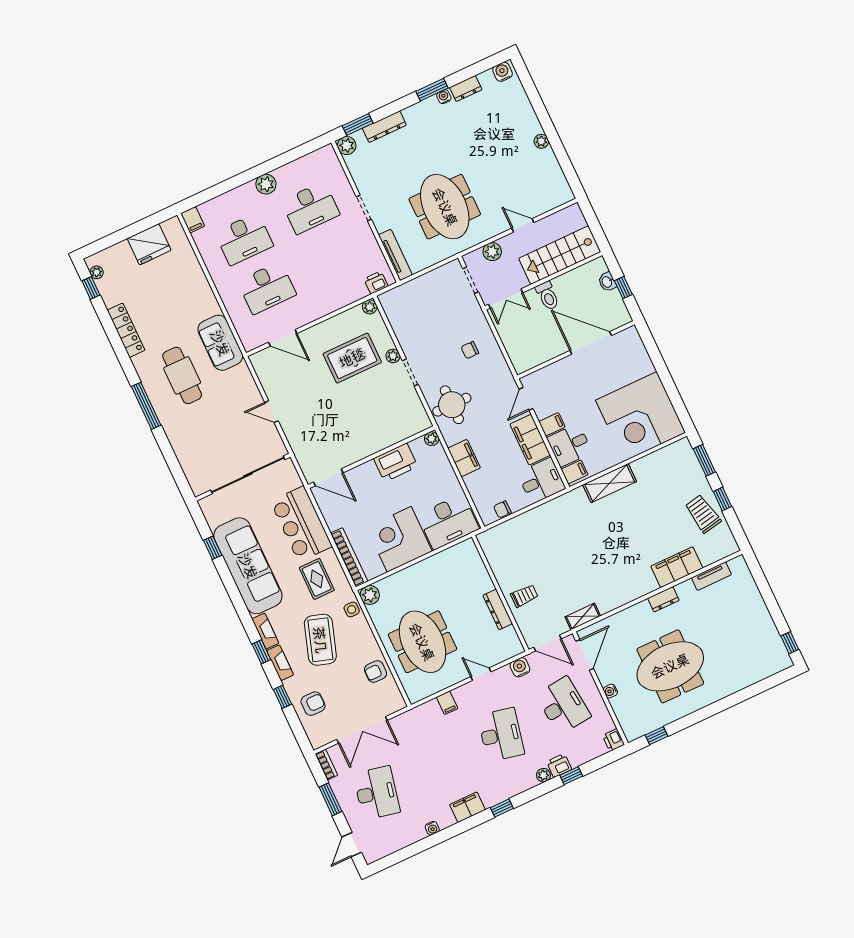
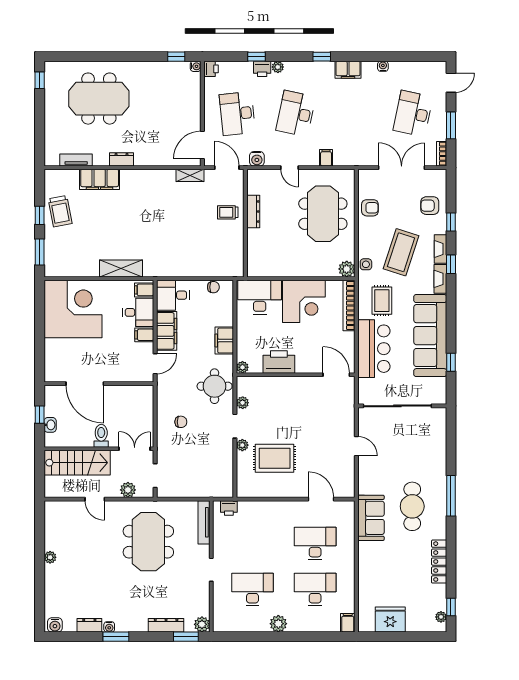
plant: (370, 307) -> (243, 403), moved
meeting table: (670, 666) -> (99, 99), moved
water cooler: (610, 691) -> (196, 66), moved

